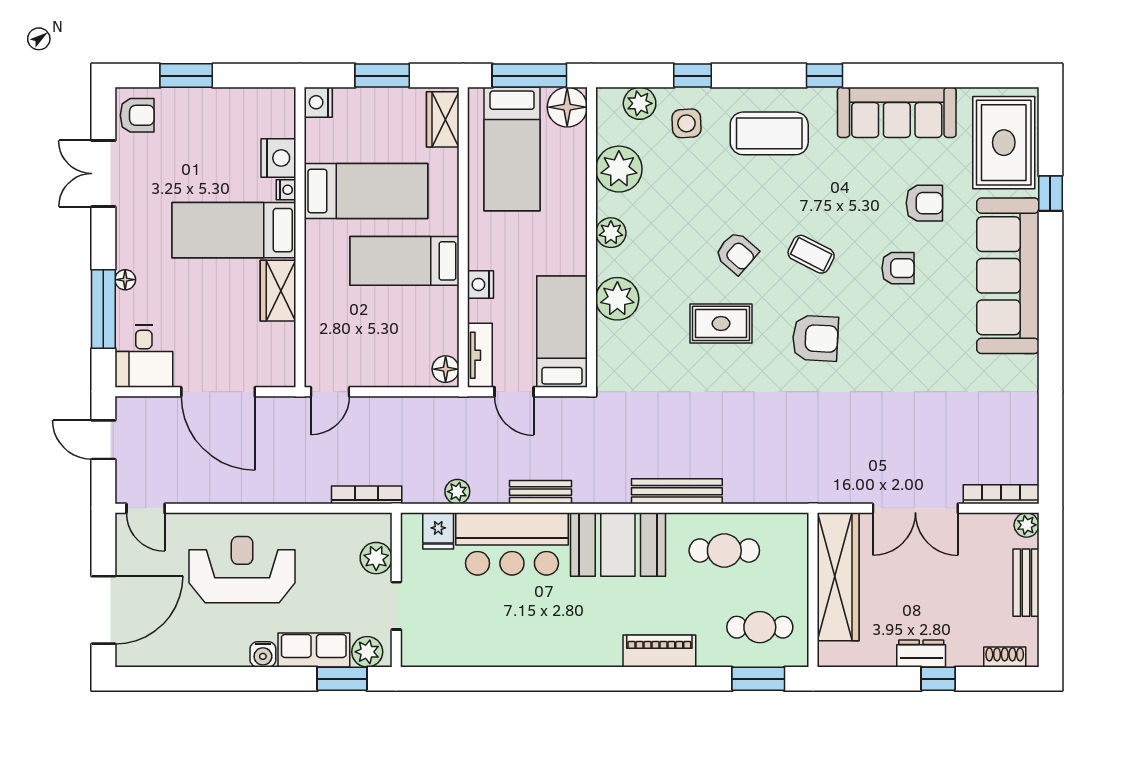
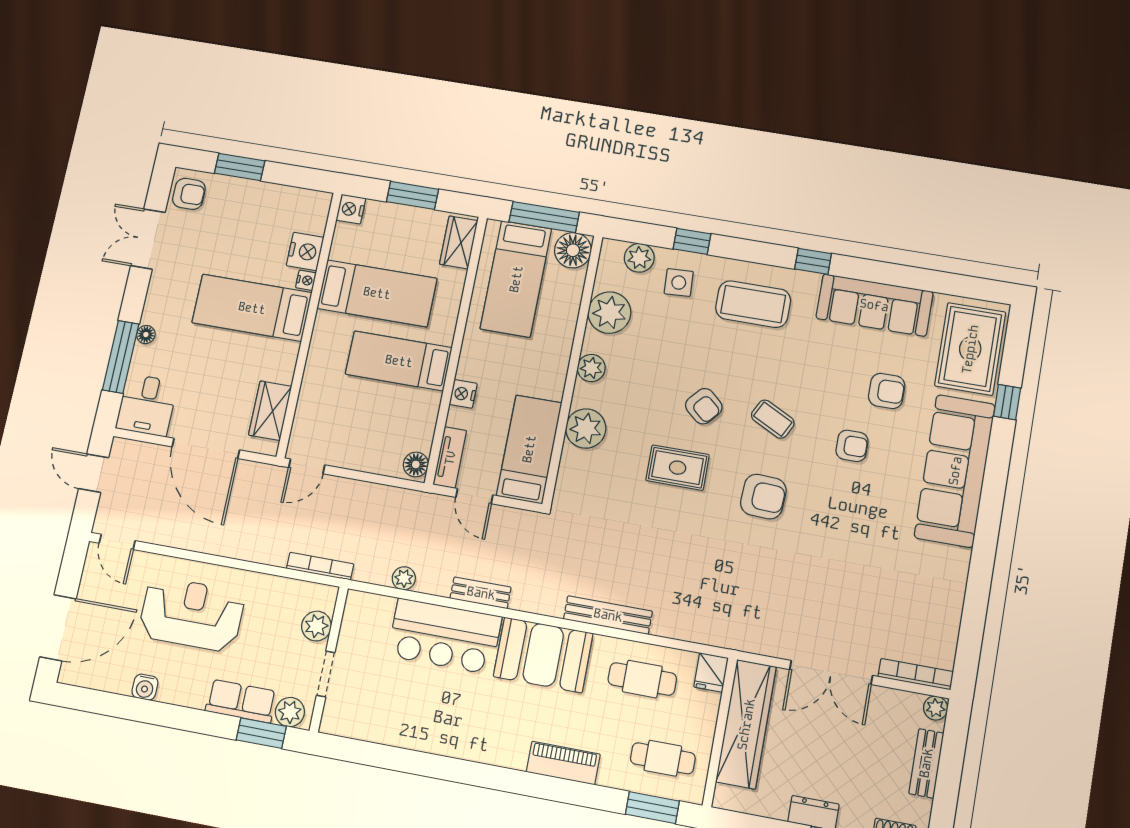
wardrobe: (278, 291) -> (270, 411), moved
fridge: (438, 531) -> (711, 672), moved
water cooler: (263, 654) -> (145, 687), moved

